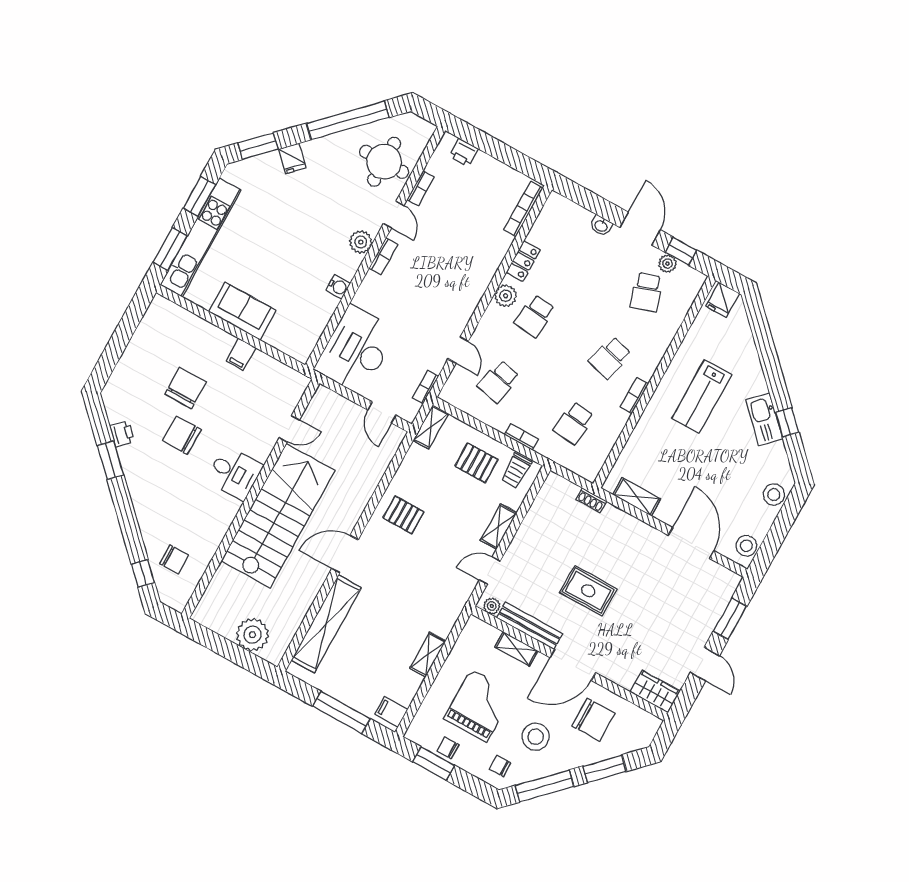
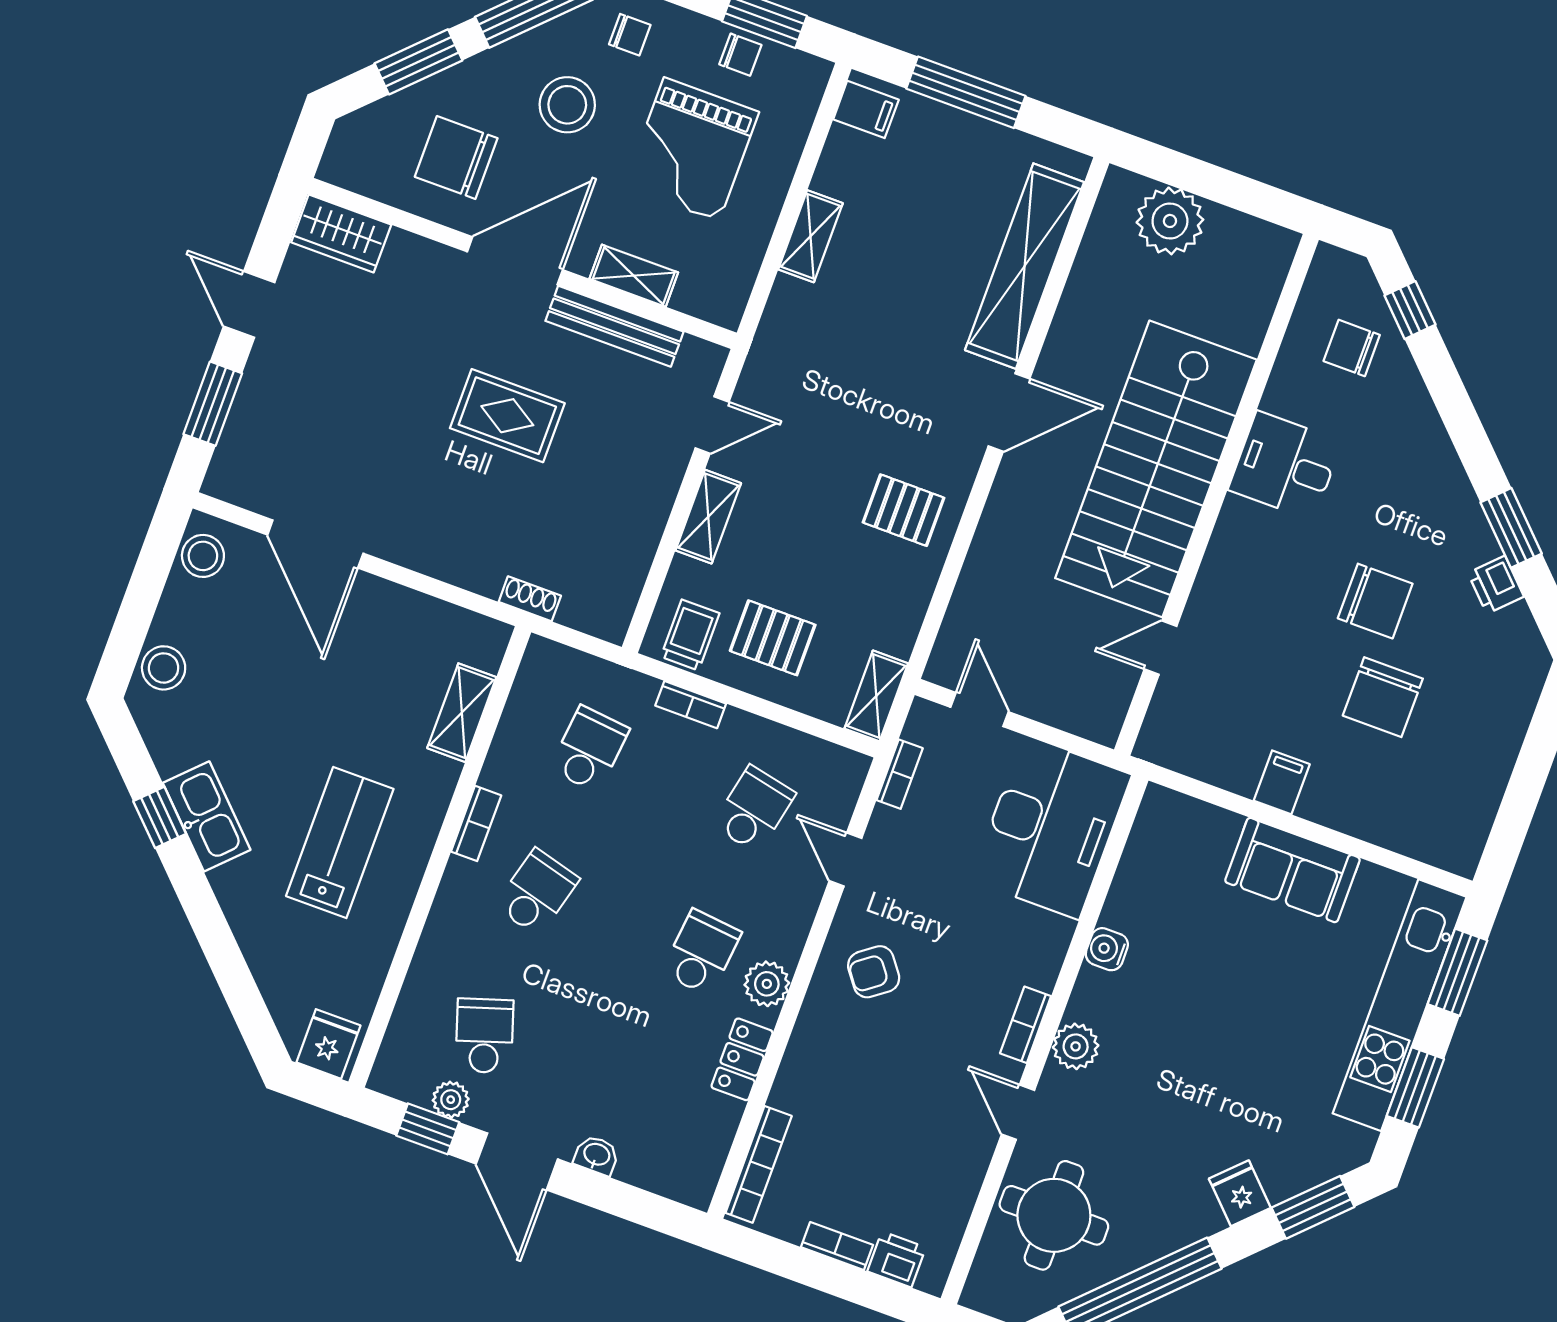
bookcase: (421, 188) -> (837, 1246), moved, turned 90
armchair: (453, 293) -> (874, 972), added
desk: (234, 473) -> (1285, 466), moved
shelving: (637, 497) -> (462, 713), moved, turned 90
plant: (492, 606) -> (697, 354), removed

